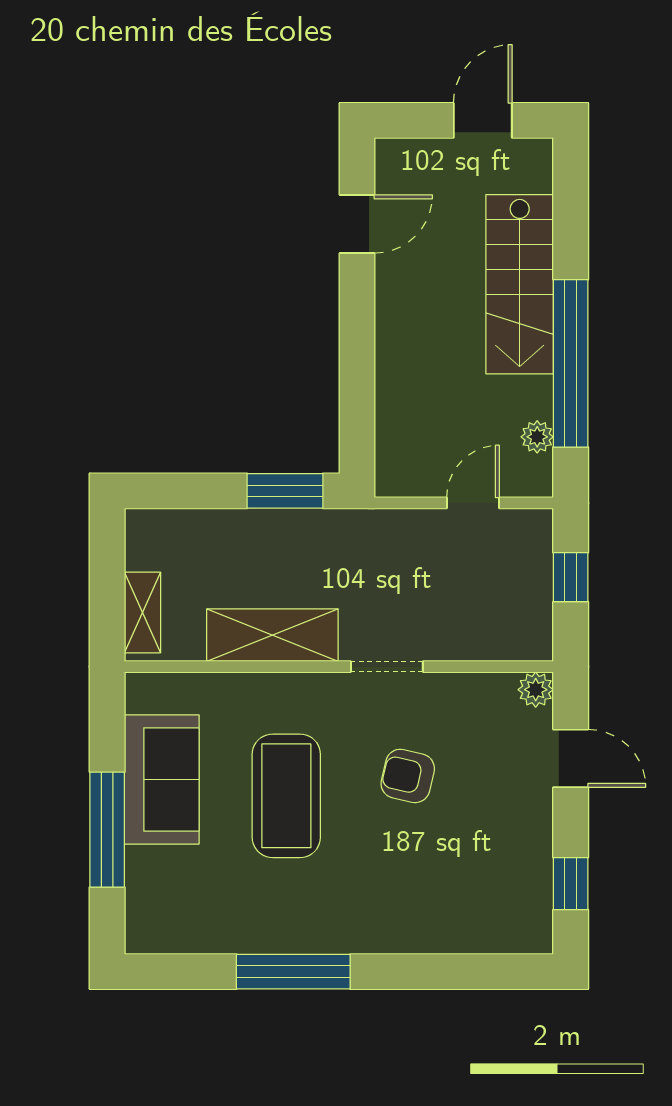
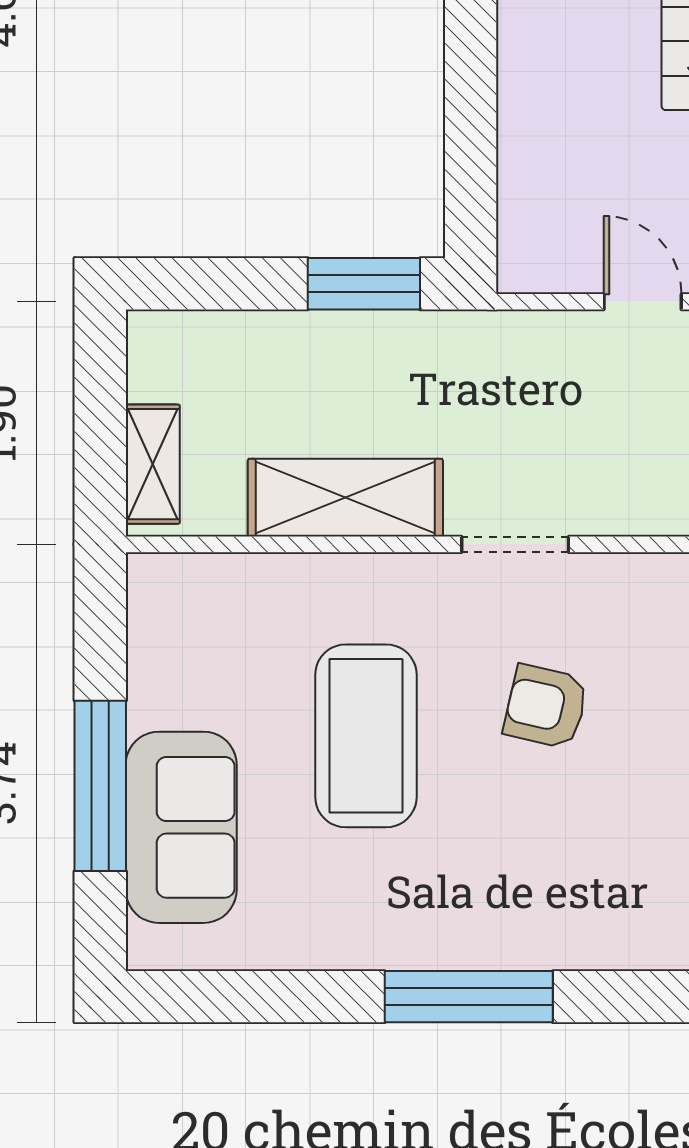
door: (473, 503) -> (643, 302), hinge flipped
sofa: (162, 779) -> (181, 827), moved
window: (293, 972) -> (469, 997), moved

